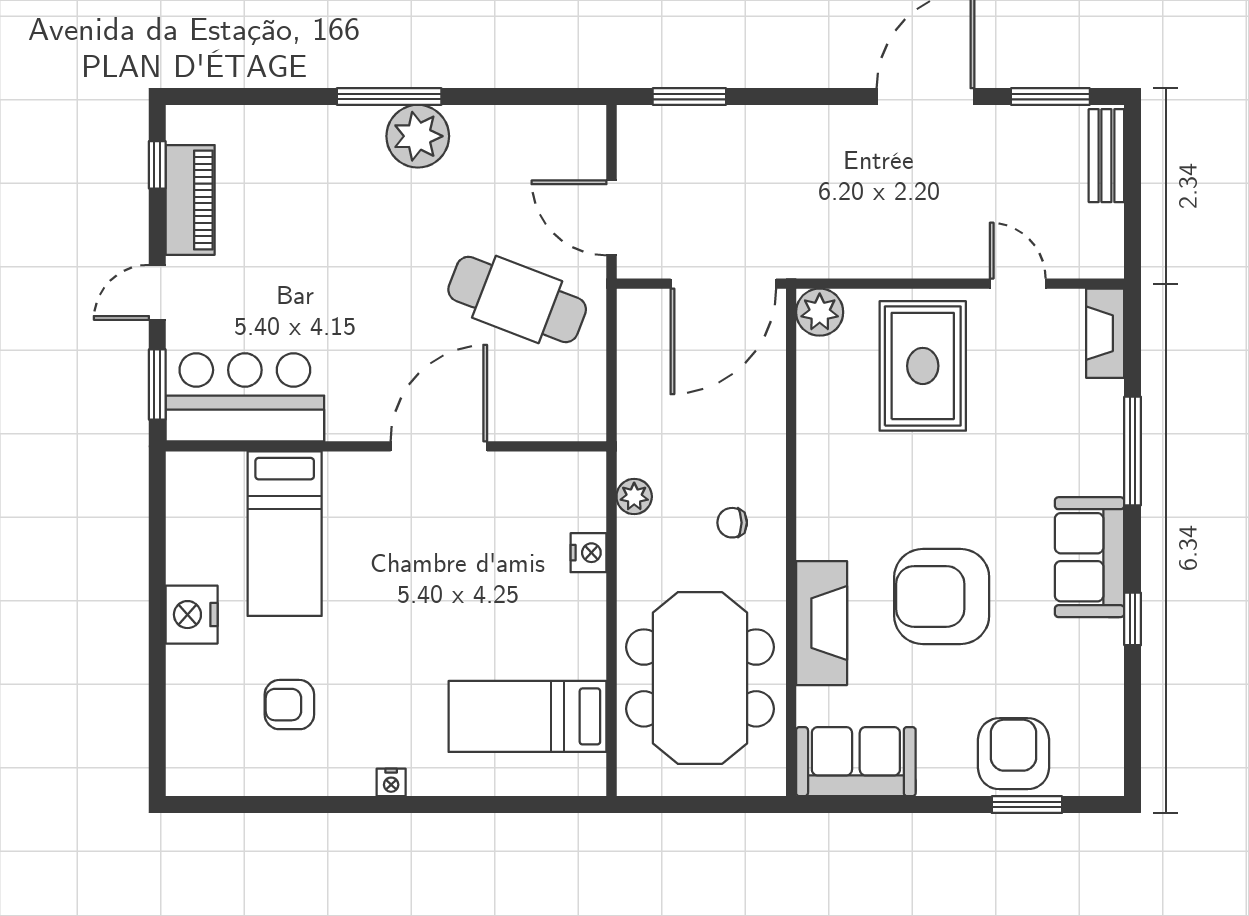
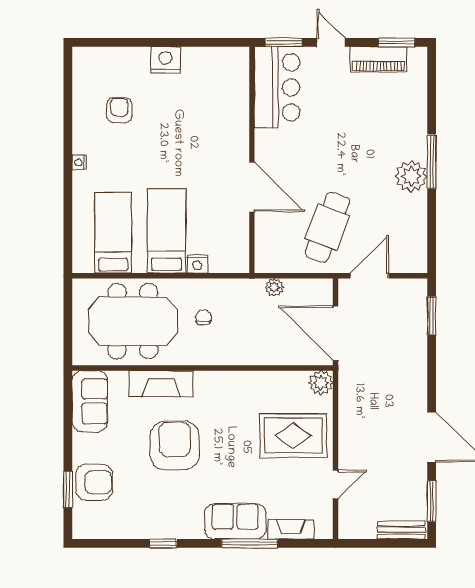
window: (157, 165) -> (397, 42), width x1.50
fireplace: (1105, 333) -> (291, 529), moved
plant: (634, 497) -> (274, 287), moved
chair: (732, 523) -> (204, 317), moved
bed: (285, 534) -> (167, 231), moved, turned 90
sofa: (1090, 557) -> (235, 521), moved

